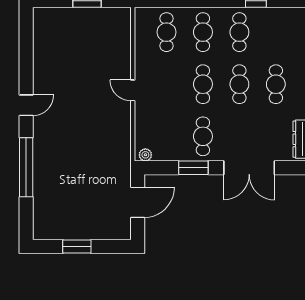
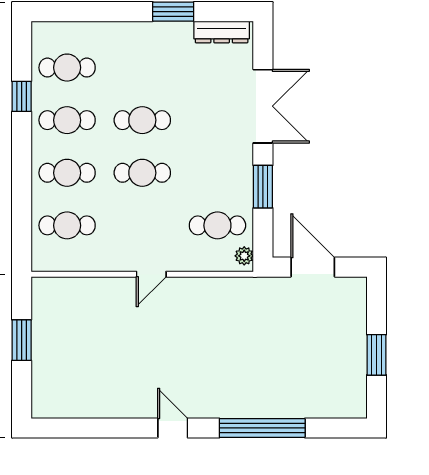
cafe table: (276, 84) -> (67, 68), moved
cafe table: (203, 136) -> (217, 225), moved

